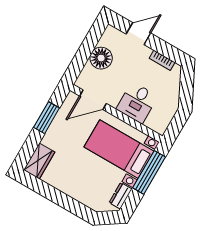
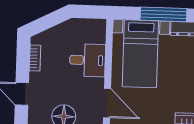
window: (149, 172) -> (164, 14), moved

